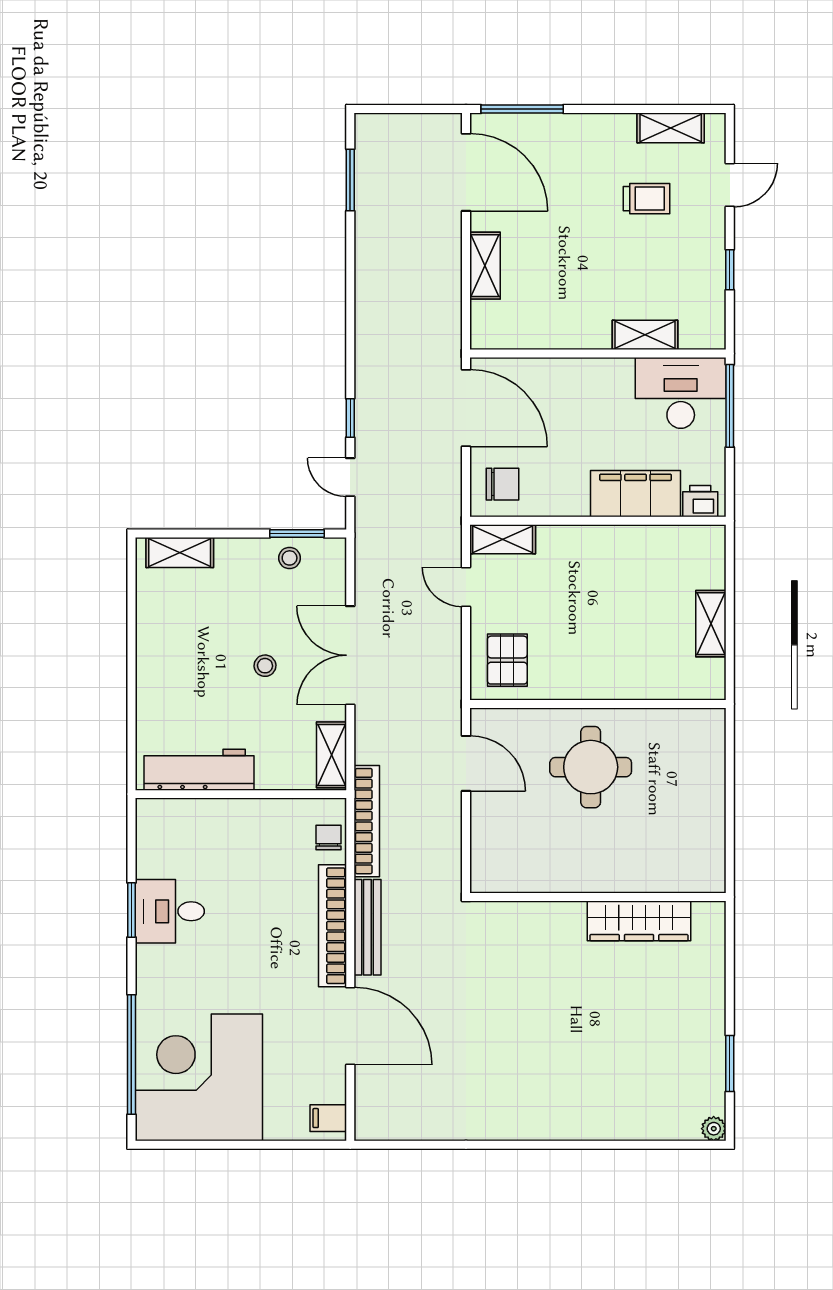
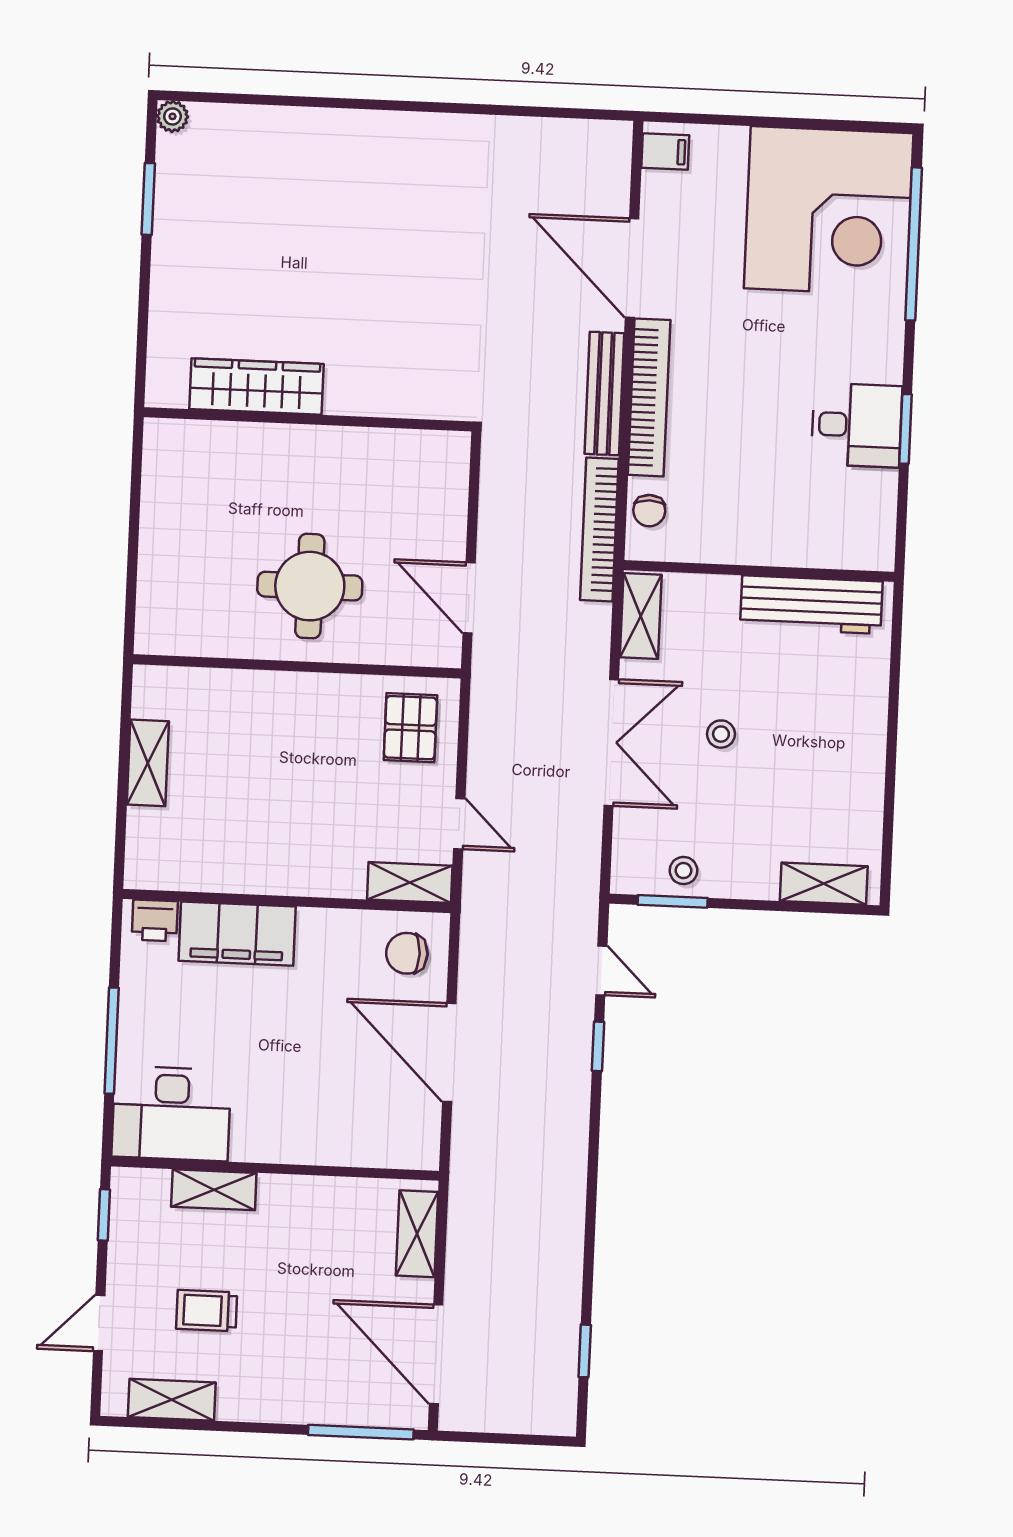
window: (350, 180) -> (585, 1351), width x0.67
shelving: (645, 335) -> (214, 1190), moved
wall: (598, 353) -> (275, 1169), moved
desk: (681, 393) -> (171, 1114), moved

